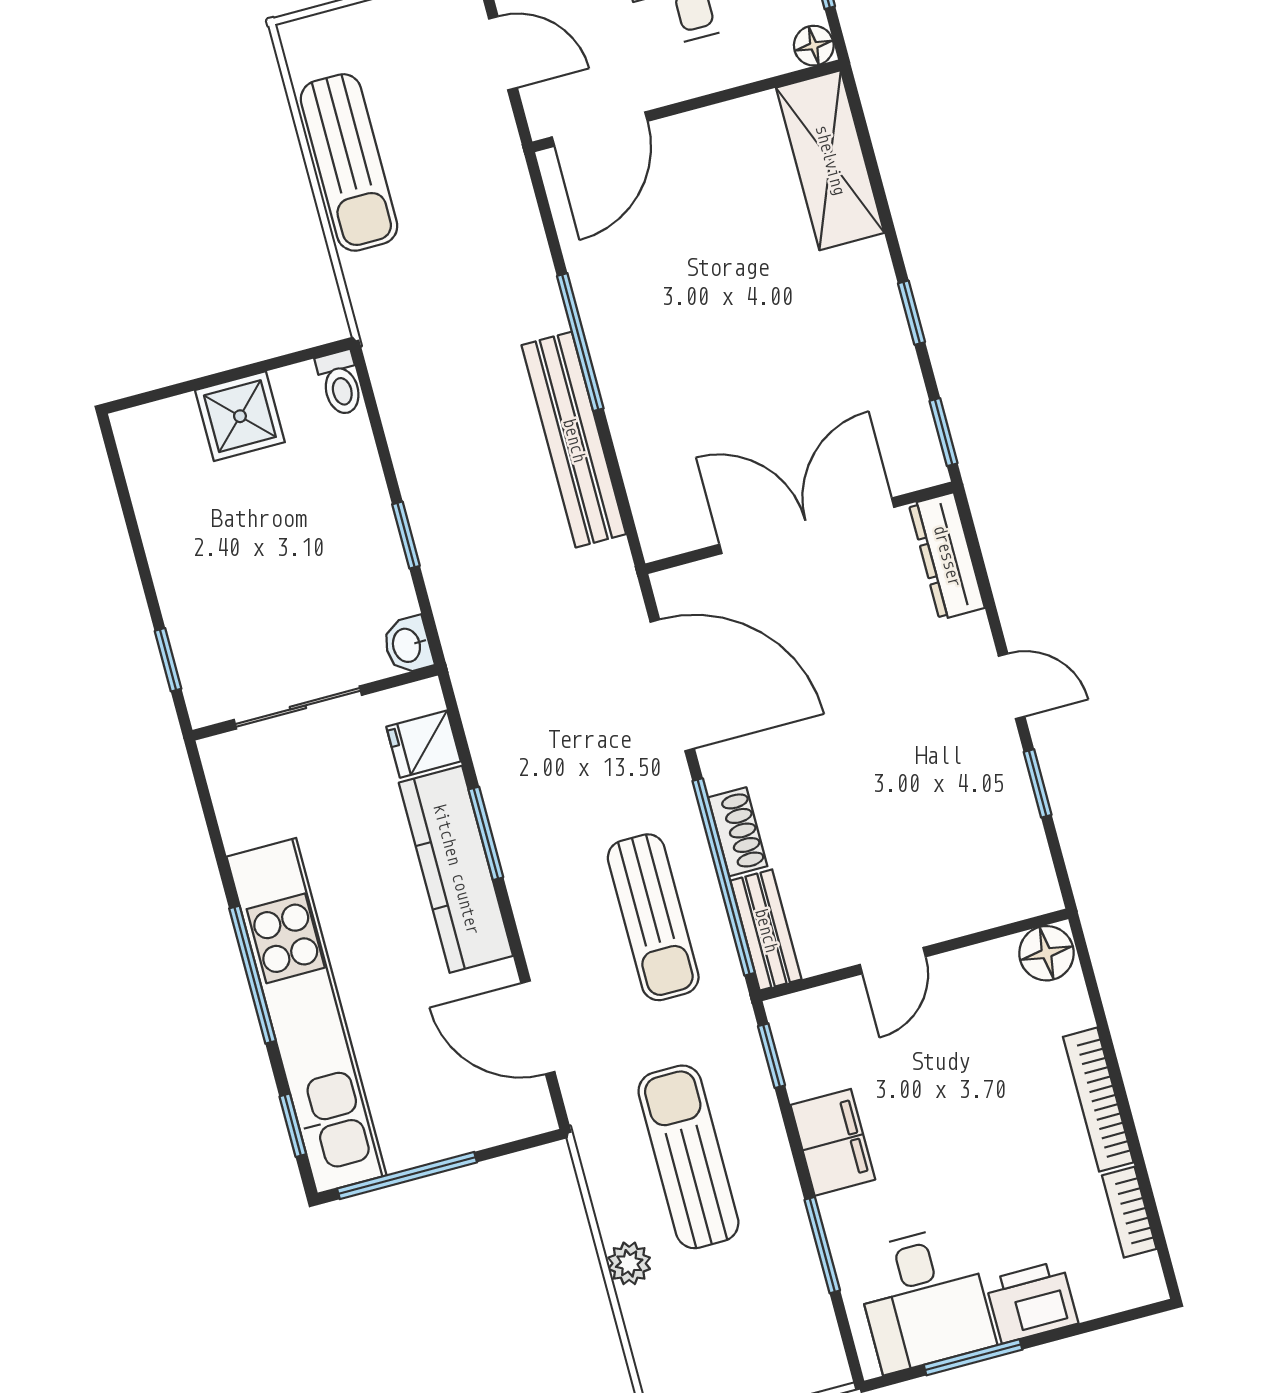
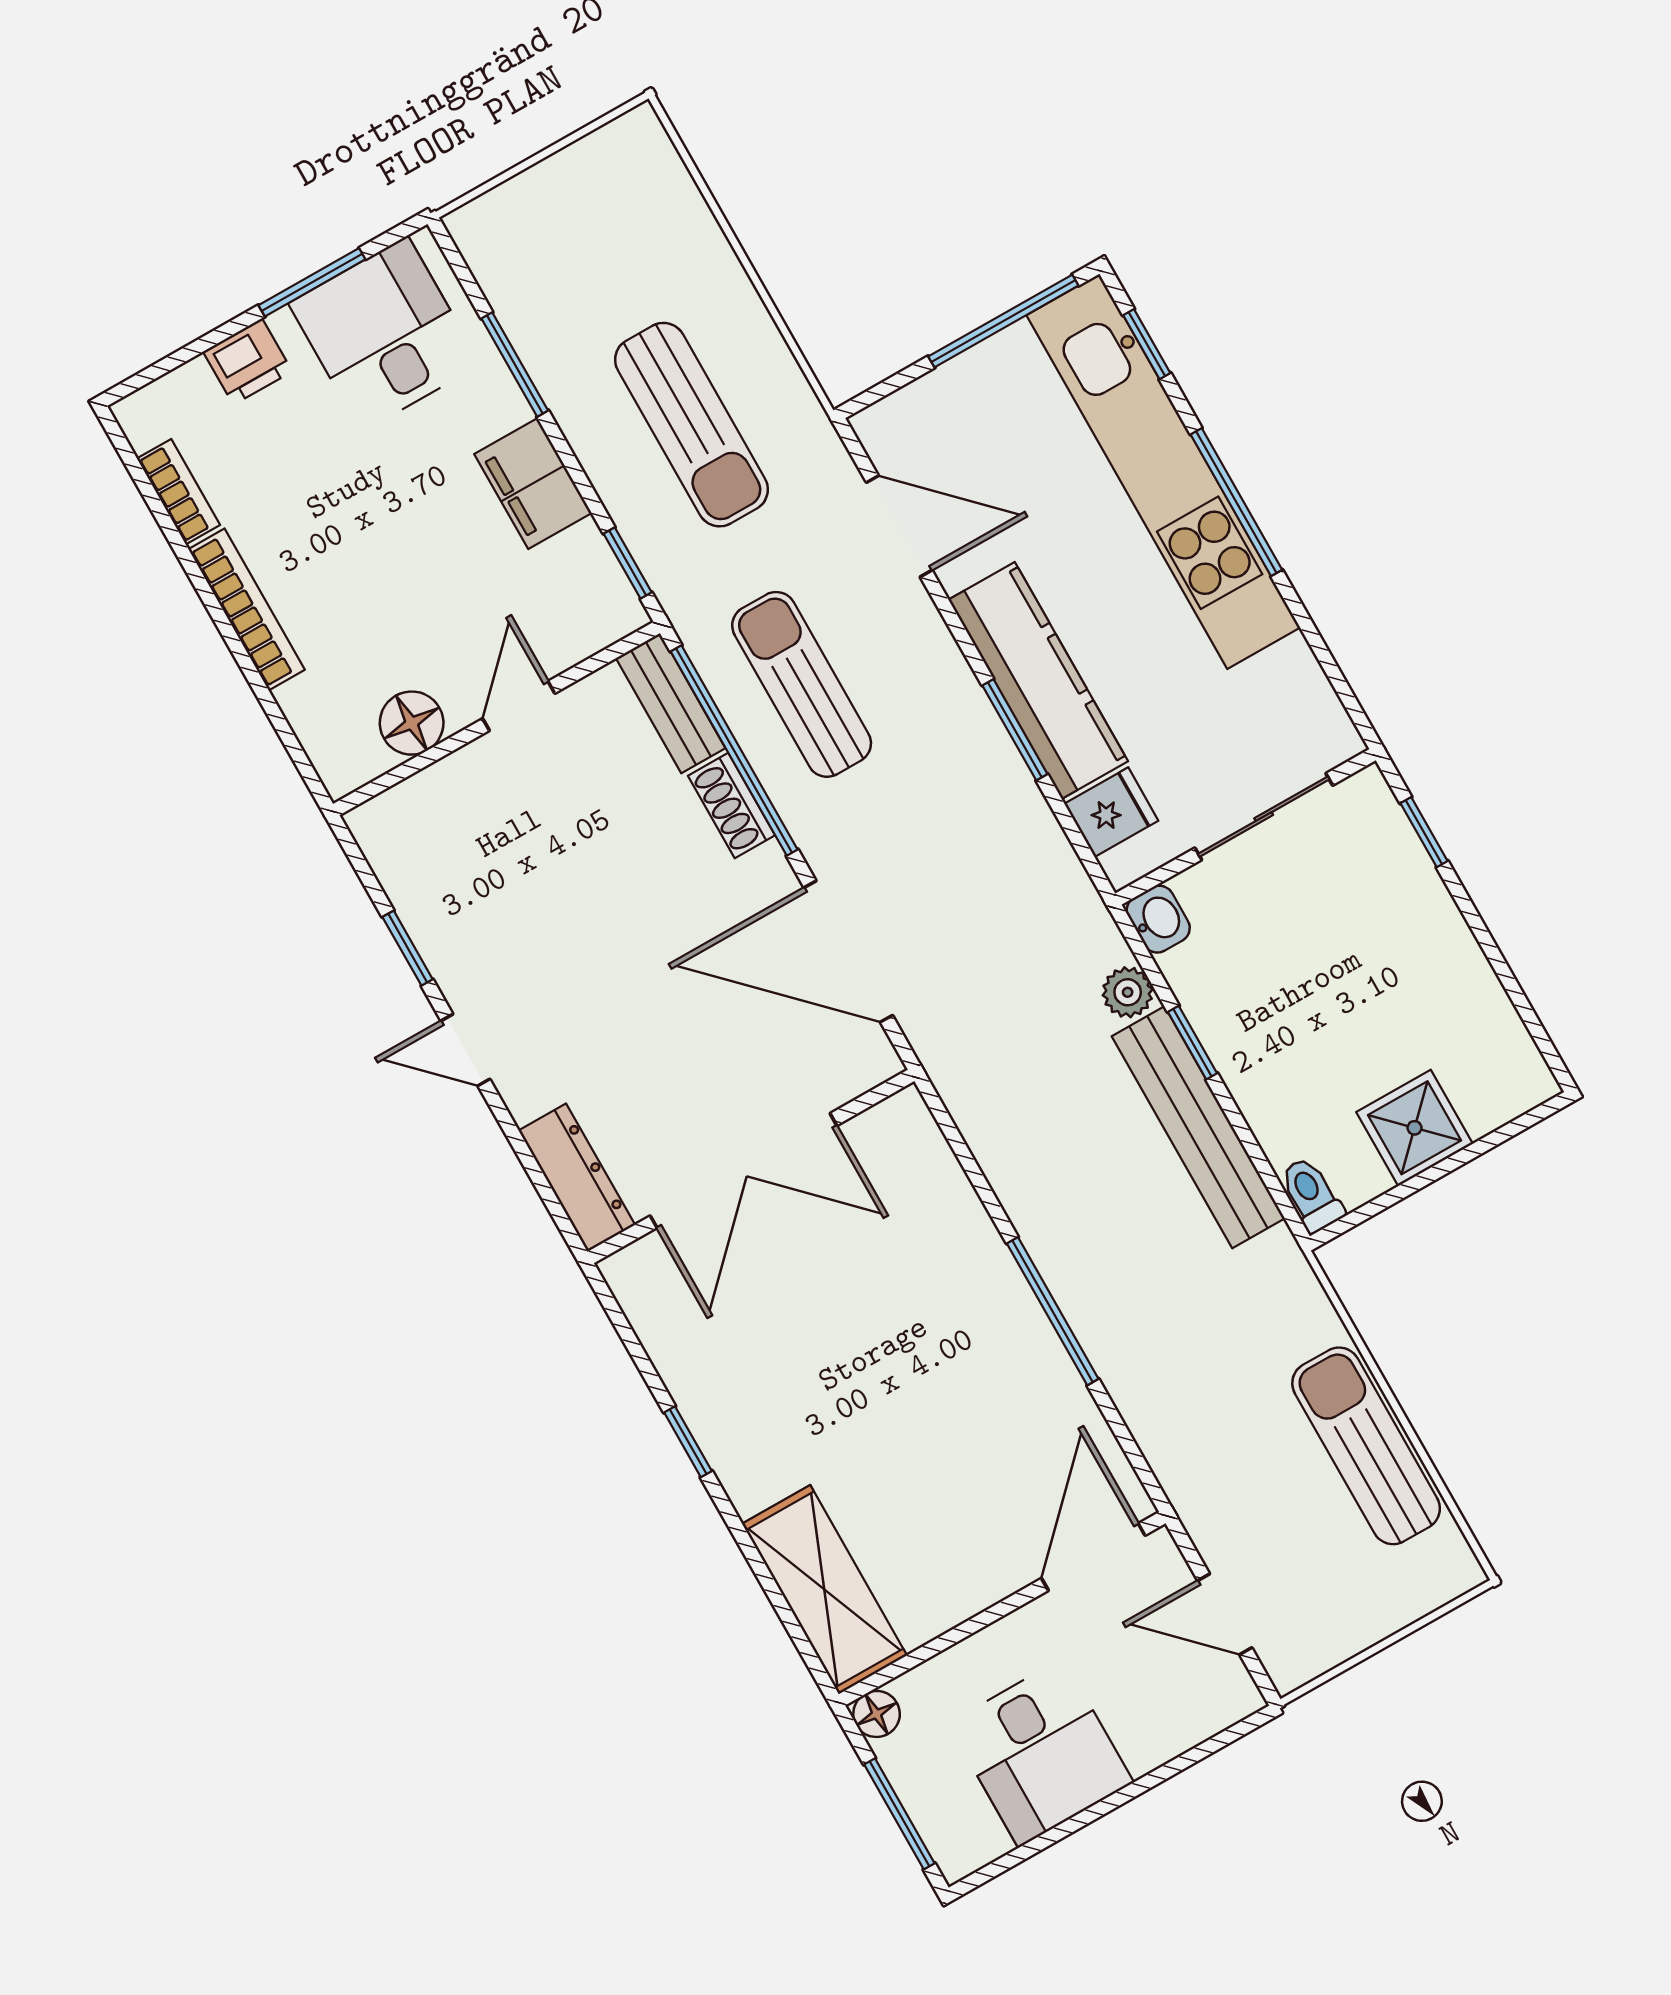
window: (944, 432) -> (617, 1316), removed
bench: (574, 440) -> (1198, 1127), moved
floor lamp: (1047, 953) -> (412, 723), moved
plant: (629, 1263) -> (1128, 992), moved
printer: (1032, 1302) -> (248, 362), width x0.73, depth x0.81

